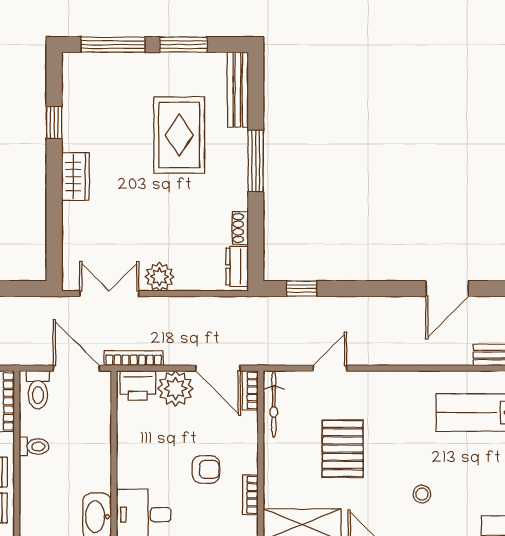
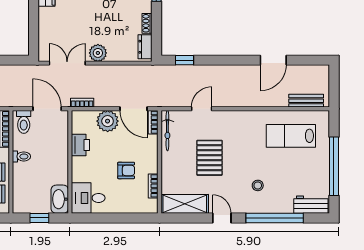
bookcase: (134, 358) -> (82, 103), width x0.64
printer: (138, 385) -> (80, 145), moved, turned -90

